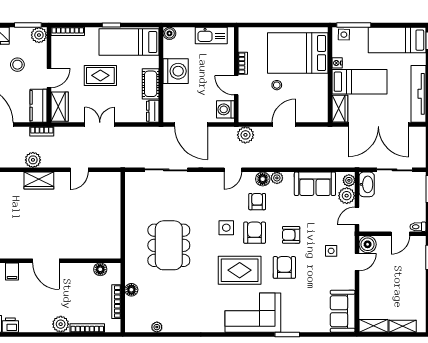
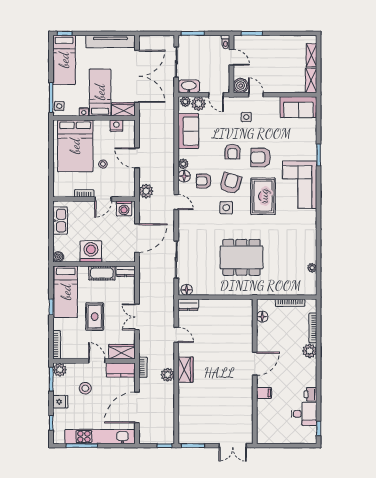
nightstand: (321, 101) -> (116, 126), added
dresser: (114, 184) -> (188, 305), added
armchair: (255, 233) -> (231, 183), turned 107
floor lamp: (131, 290) -> (187, 290), moved

